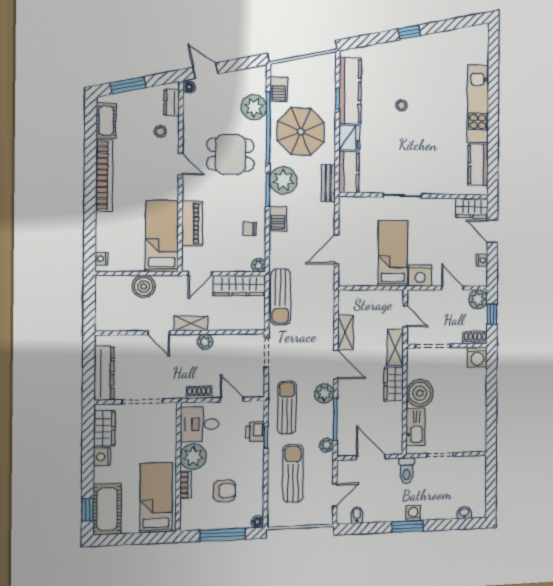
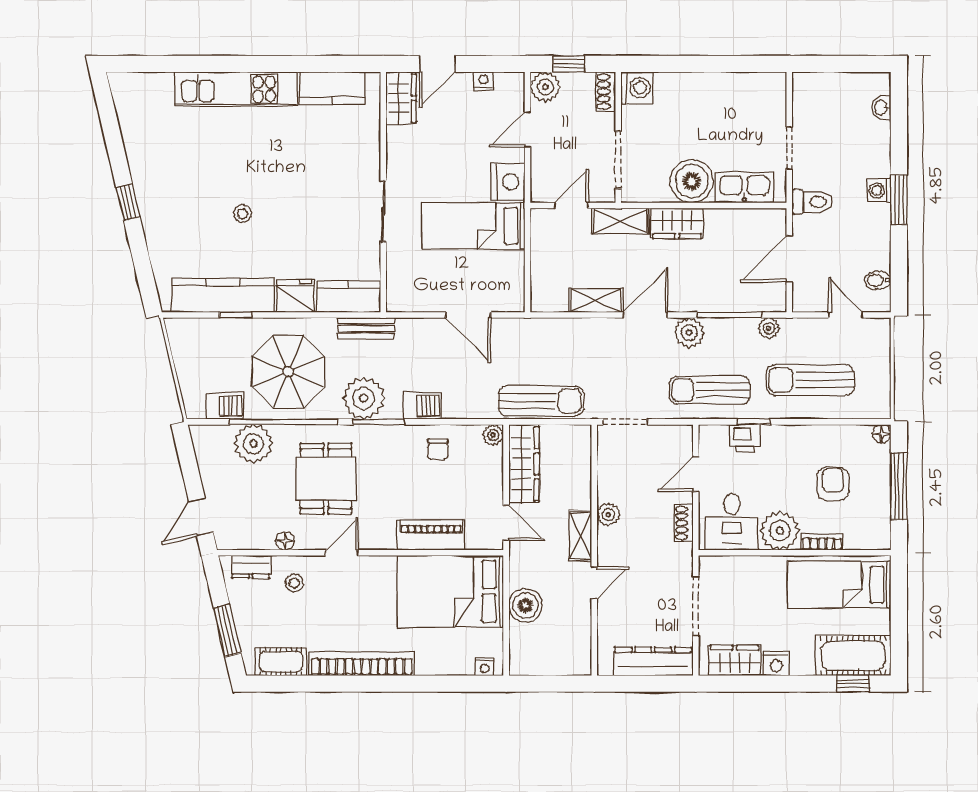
floor lamp: (189, 87) -> (285, 541), moved
bed: (162, 236) -> (450, 591), width x1.50

